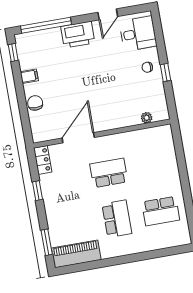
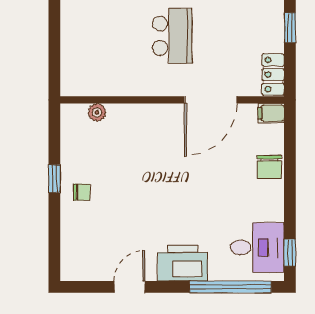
desk: (138, 34) -> (257, 247), moved, turned 180
filing cabinet: (29, 76) -> (271, 113), moved
school desk: (109, 173) -> (172, 36), turned -90

